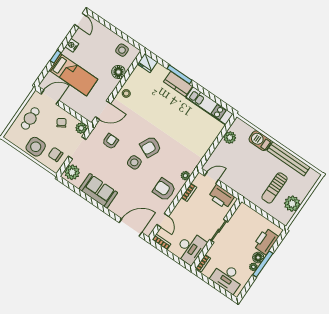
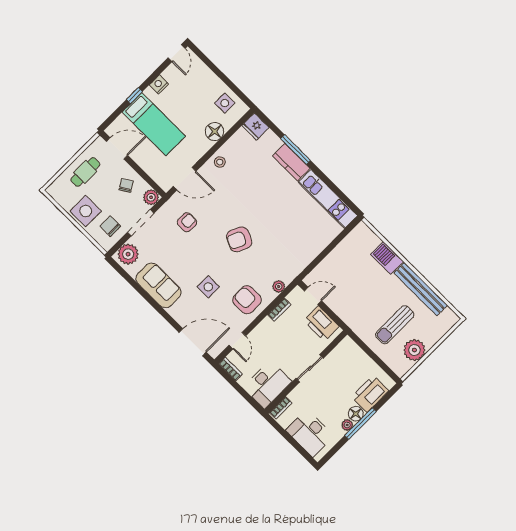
plant: (230, 137) -> (347, 246), removed
side table: (134, 162) -> (208, 287), moved

